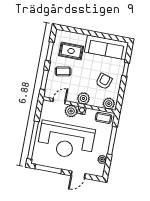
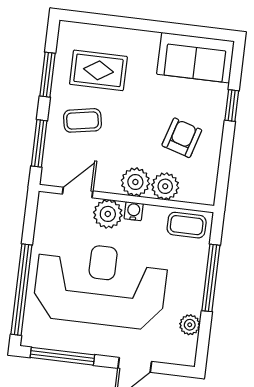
sofa: (106, 47) -> (195, 58), width x0.73
plant: (109, 104) -> (165, 186), moved
reception desk: (66, 140) -> (100, 285), turned 180

